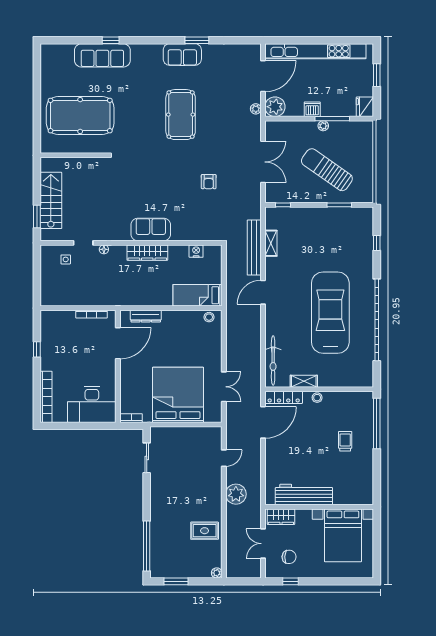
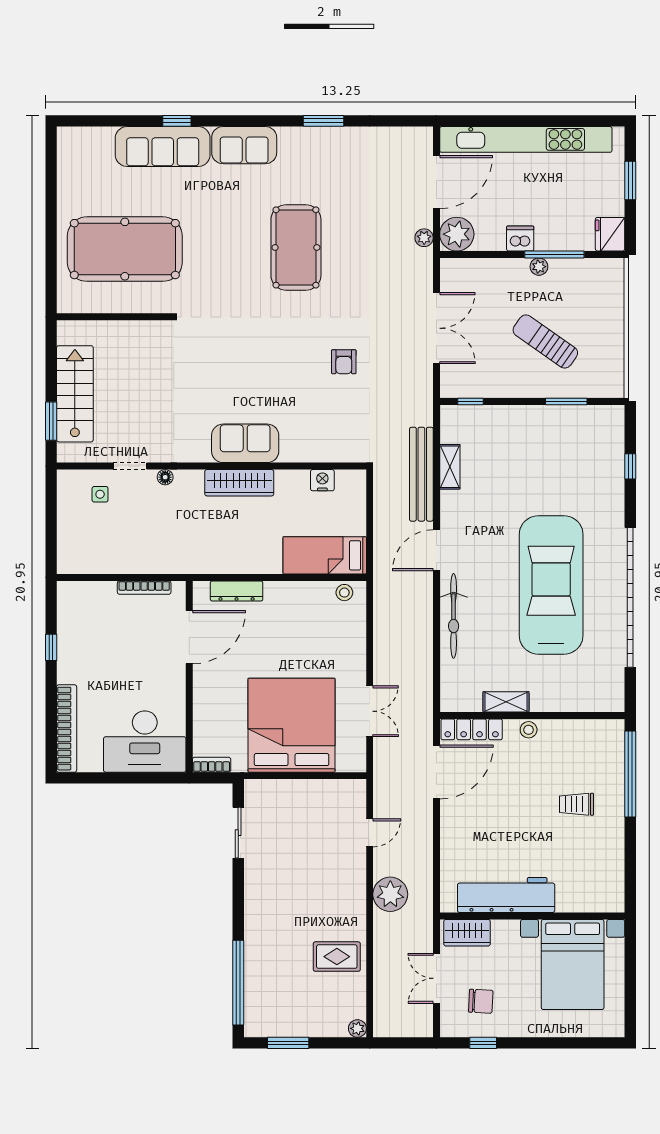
sofa: (182, 55) -> (244, 145), moved
sun lounger: (327, 170) -> (545, 341), width x0.73, depth x0.75
bicycle: (273, 360) -> (454, 616), moved
trolley: (345, 441) -> (576, 804), turned -90

